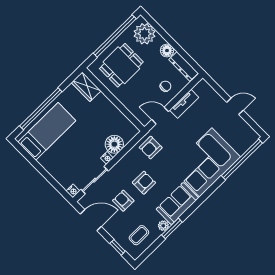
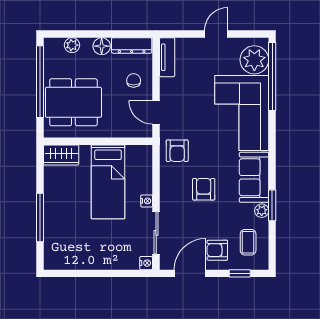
plant: (145, 34) -> (72, 45), width x0.53, depth x0.53
dining table: (121, 65) -> (73, 102), width x1.38
tv unit: (184, 104) -> (167, 57), moved
window: (41, 109) -> (40, 218), width x0.68
door: (160, 116) -> (156, 112), hinge flipped
bed: (47, 131) -> (108, 182), moved, turned 180
plant: (241, 141) -> (254, 60), added
floor lamp: (114, 144) -> (141, 182), removed
armchair: (123, 201) -> (217, 250), moved

